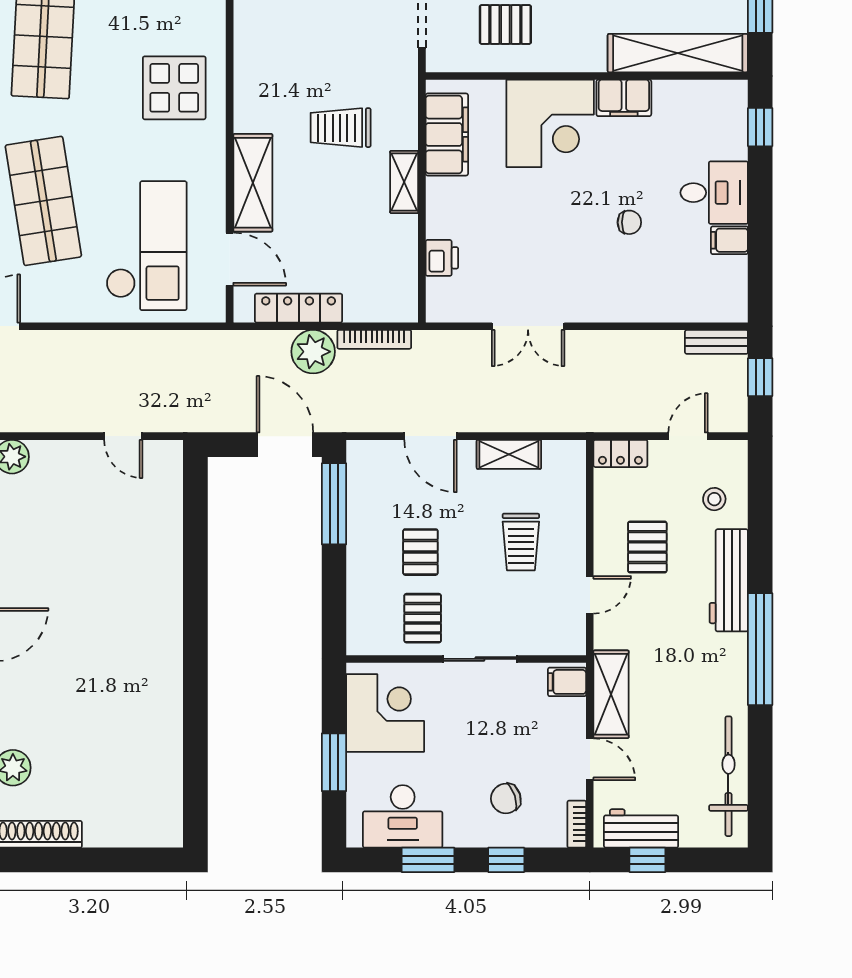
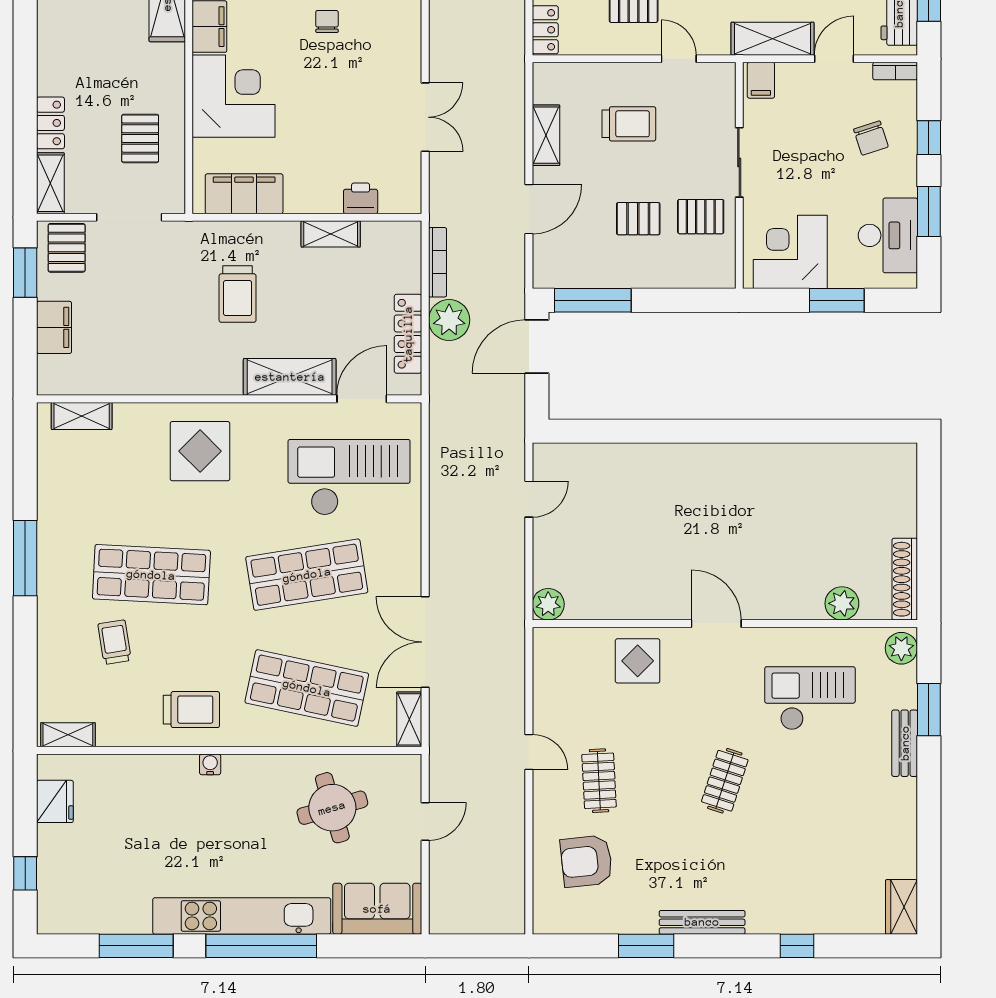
shelving: (404, 182) -> (331, 234), moved

